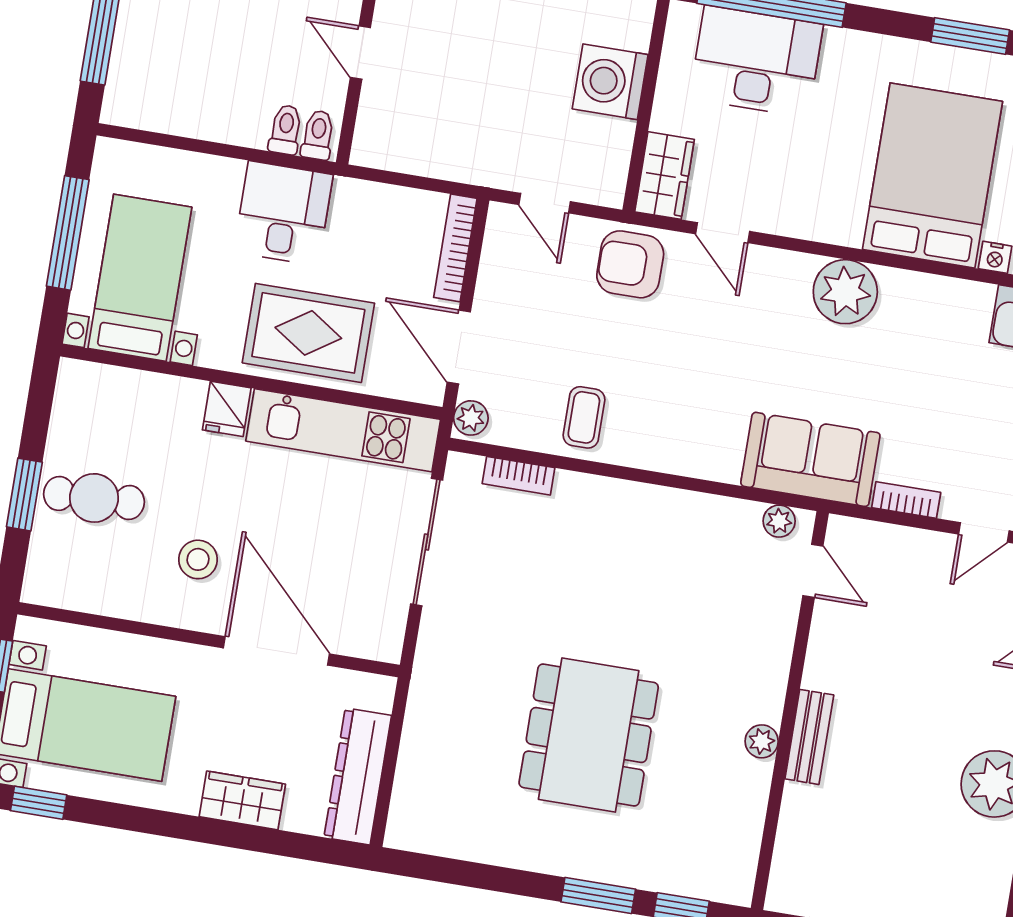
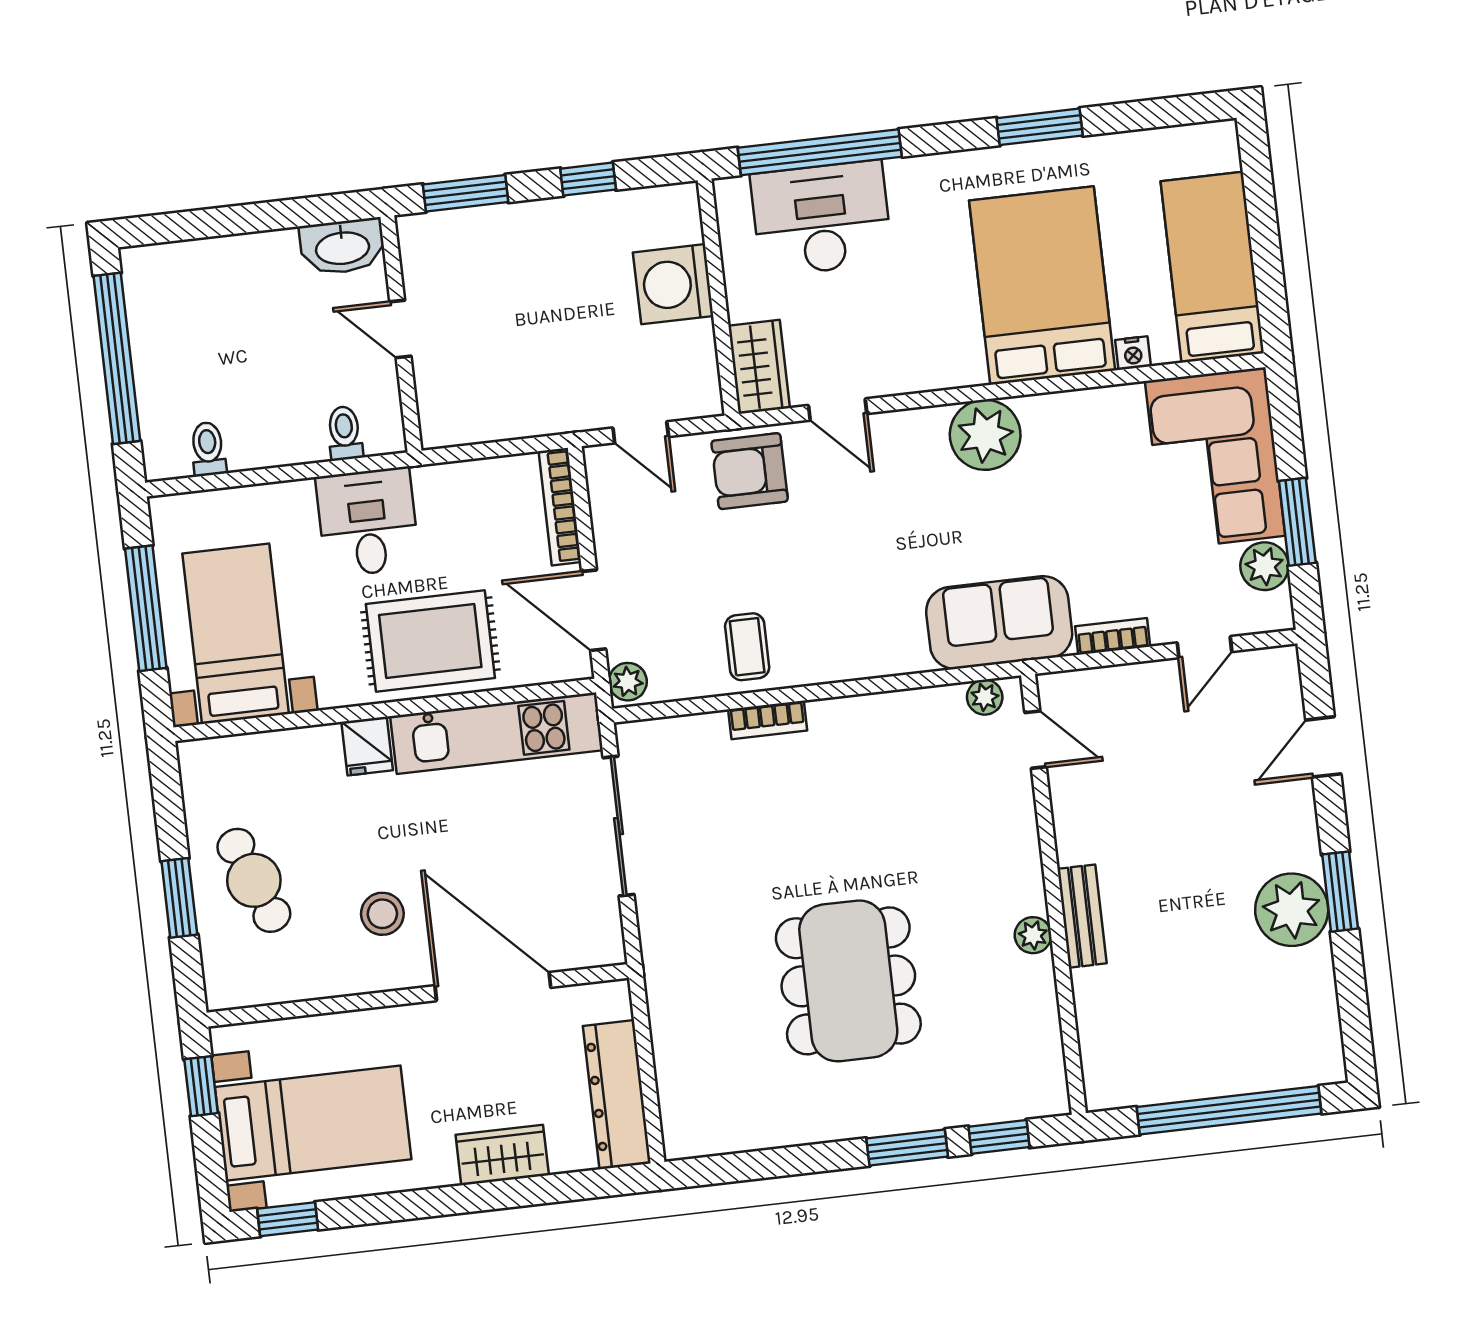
toilet: (318, 135) -> (208, 449), moved
bookcase: (519, 476) -> (768, 720), moved
cafe table: (94, 498) -> (254, 880), turned 71

